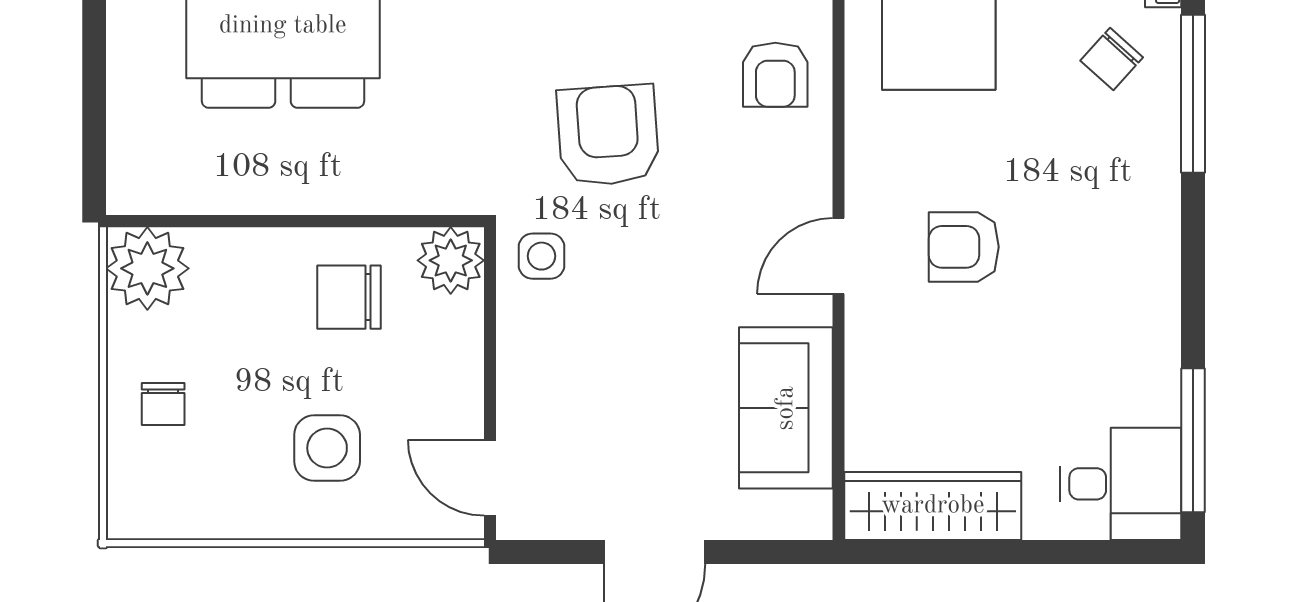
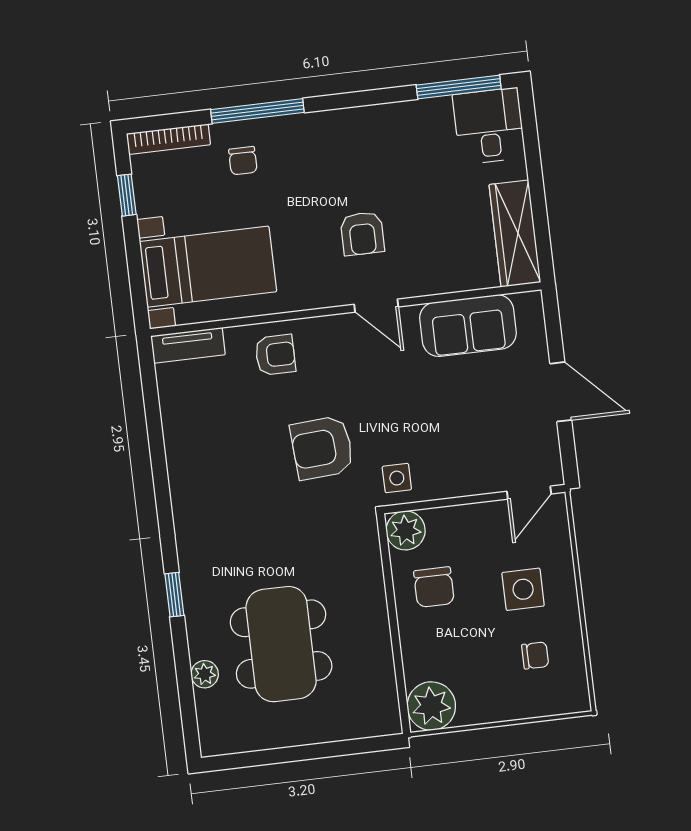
chair: (1112, 59) -> (243, 161), turned 48
chair: (163, 404) -> (535, 655), moved

